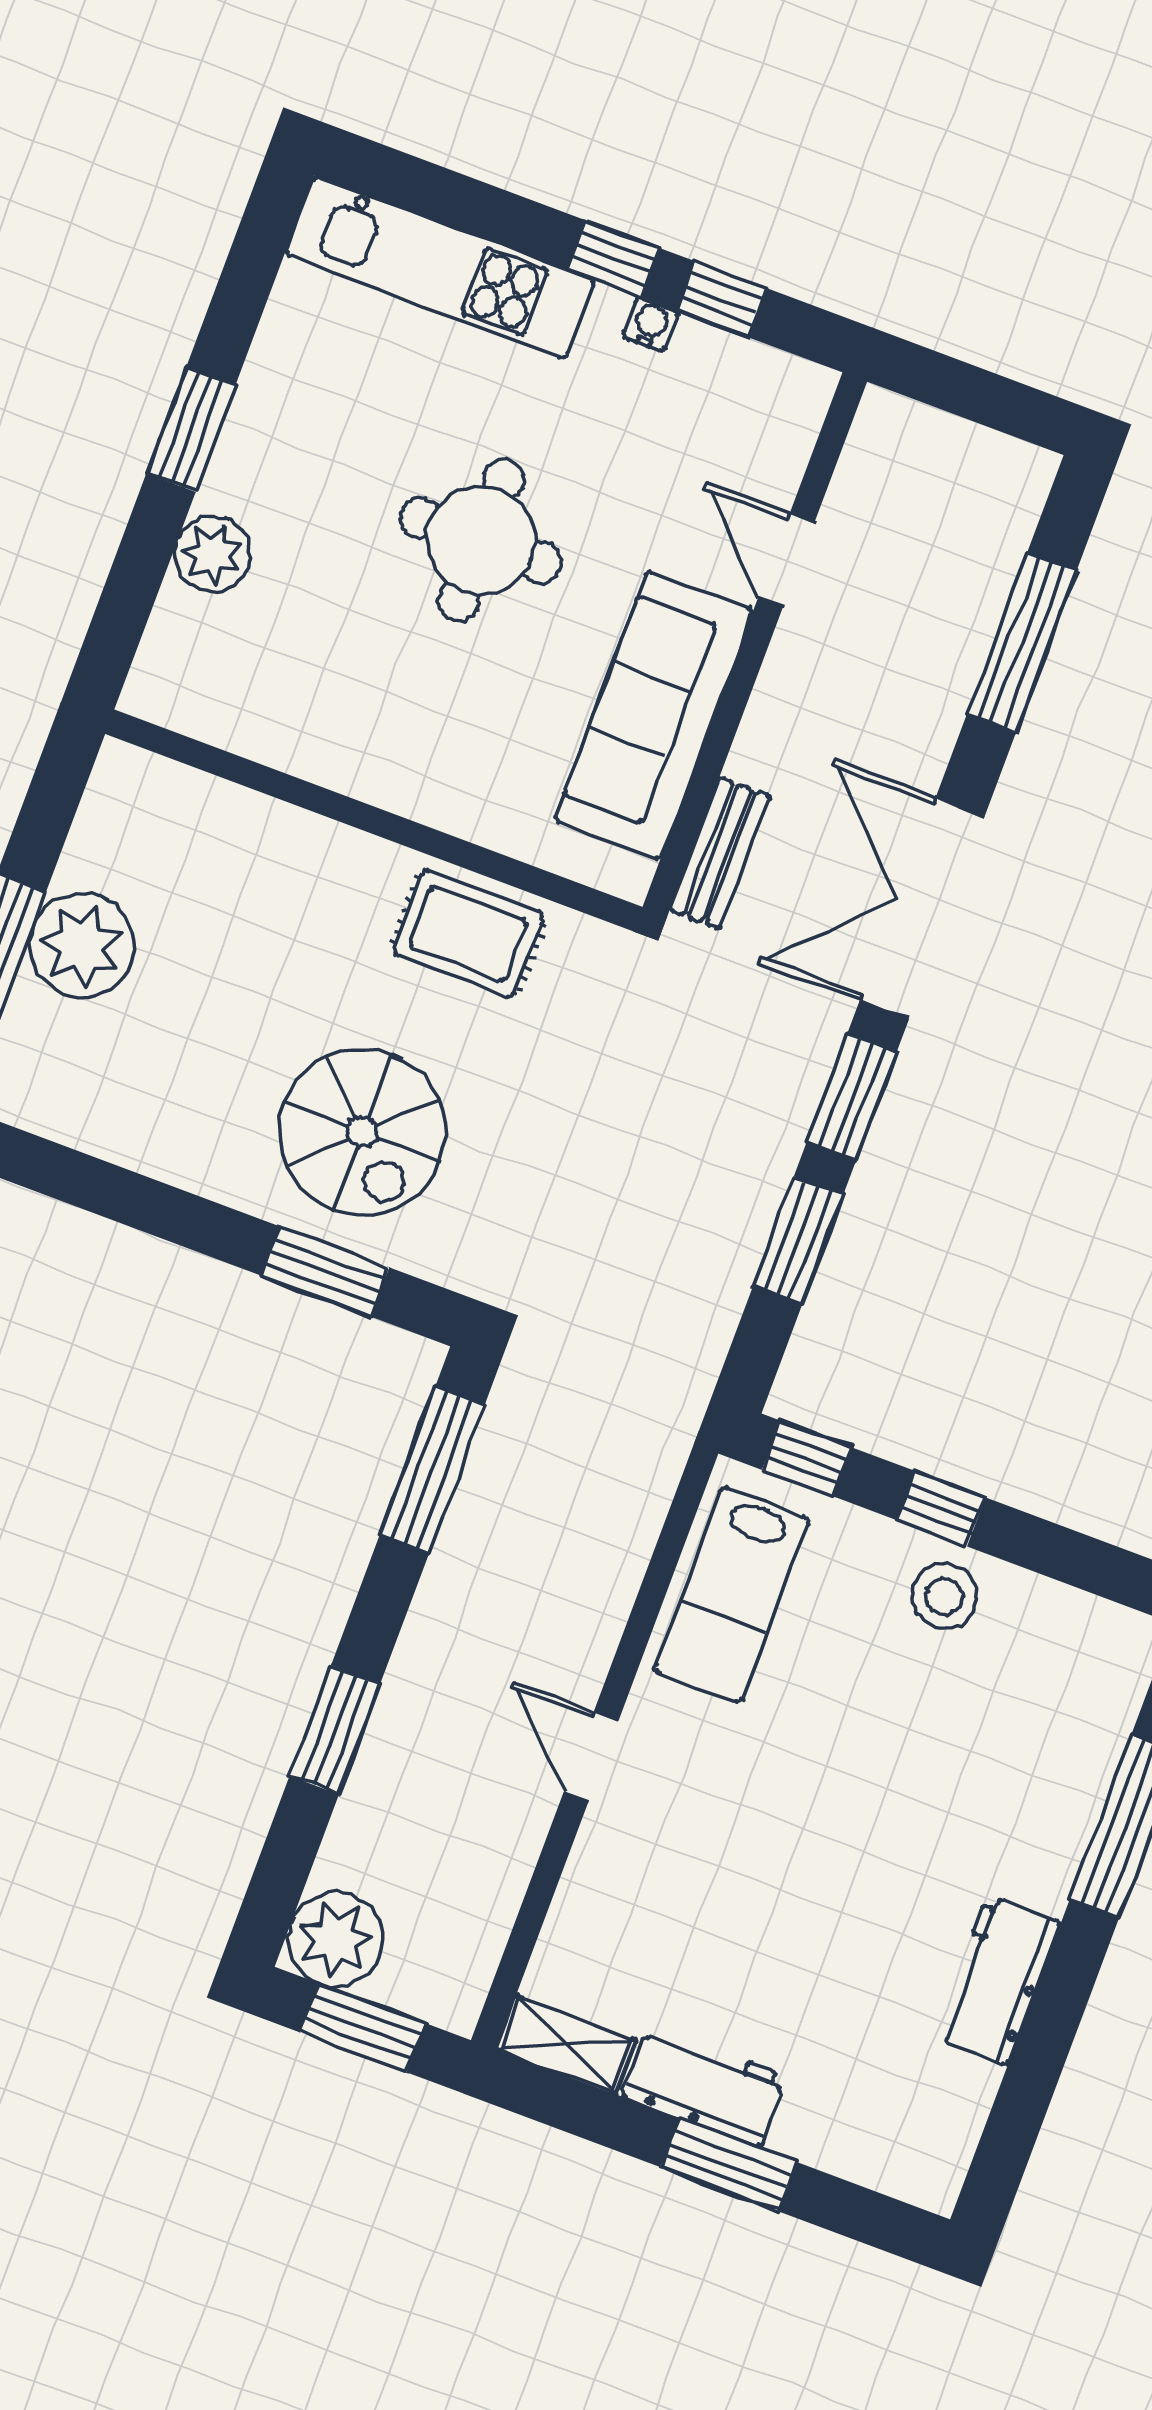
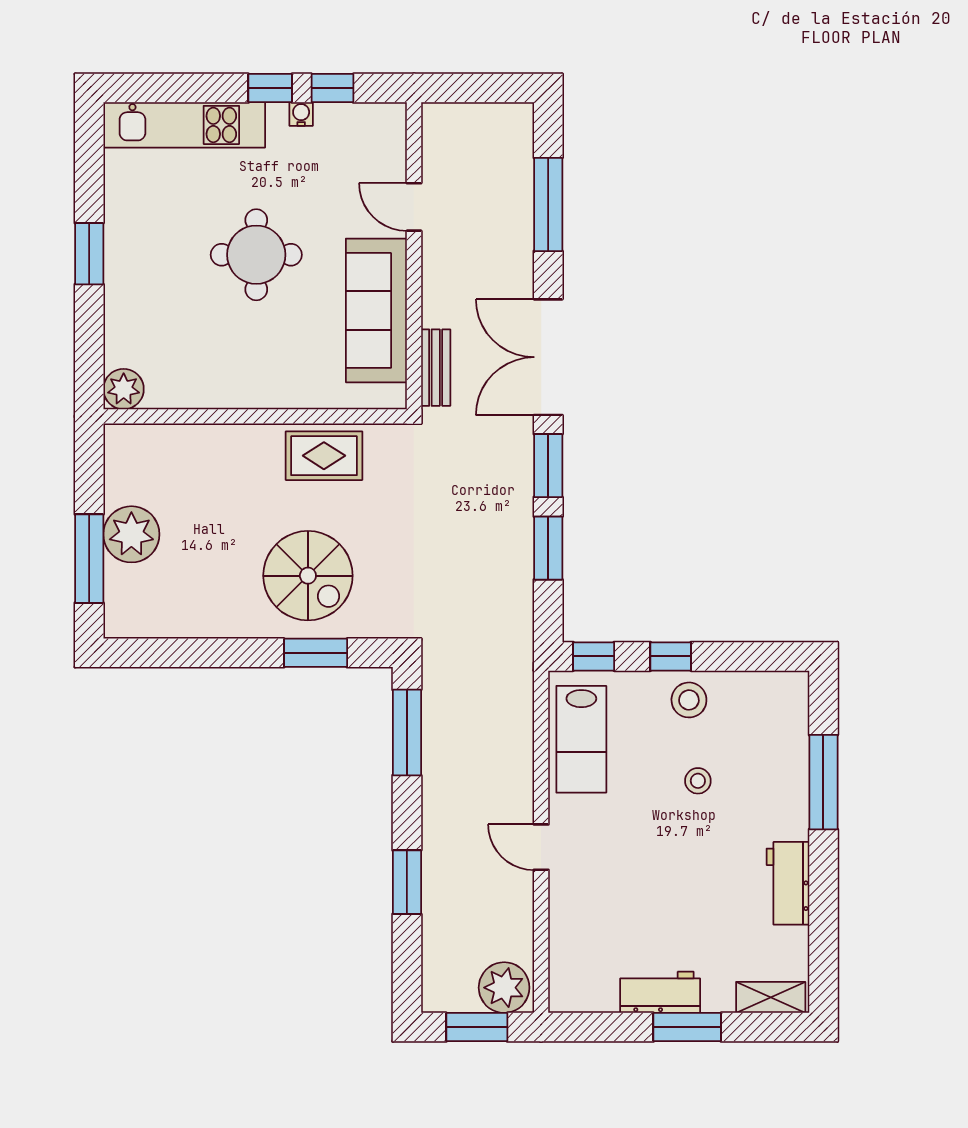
plant: (213, 554) -> (124, 389), moved
stool: (907, 1743) -> (698, 781), added
plant: (335, 1939) -> (504, 988), moved
shelving: (566, 2045) -> (771, 997), moved

